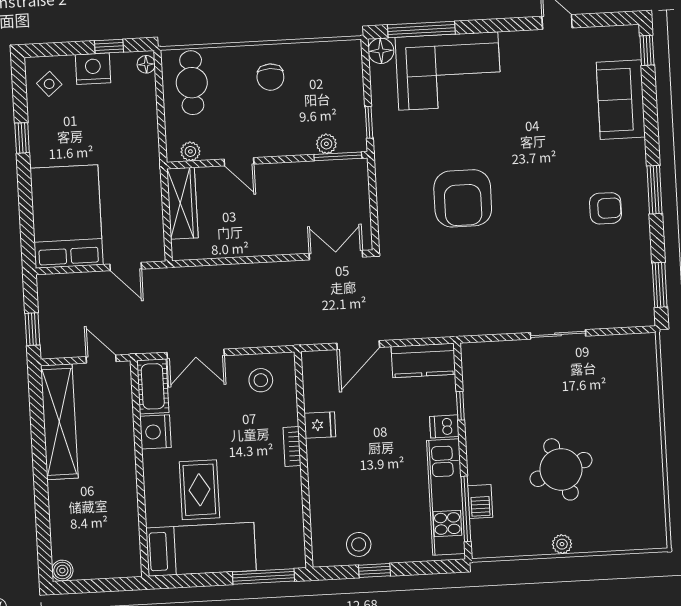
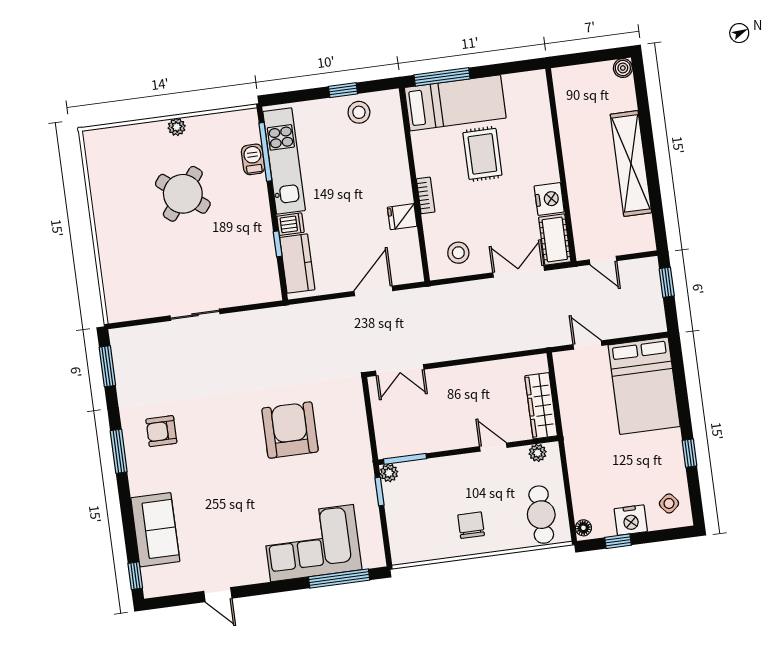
floor lamp: (381, 51) -> (374, 557), removed
plant: (326, 144) -> (389, 473), moved
kitchen counter: (423, 360) -> (297, 264), moved, turned 90
shelving: (59, 422) -> (631, 163), moved
round table: (561, 469) -> (183, 194), turned -33
rug: (199, 490) -> (482, 154), moved
bed: (201, 549) -> (455, 103), moved, turned 180

